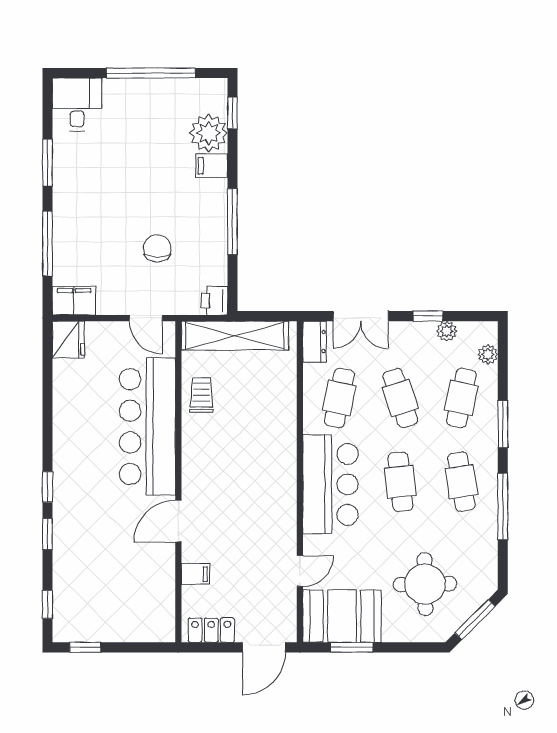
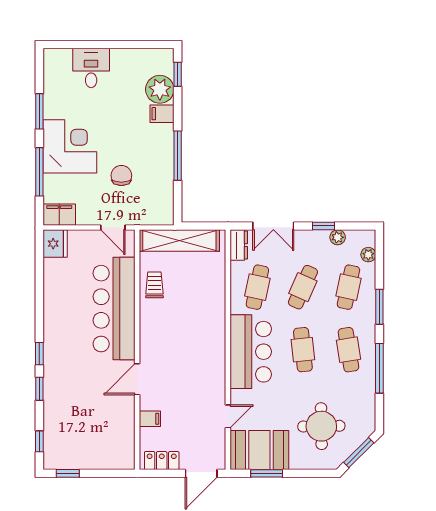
window: (151, 73) -> (117, 45), removed
desk: (77, 104) -> (91, 68), moved
corner desk: (88, 209) -> (70, 146), added
printer: (215, 301) -> (164, 215), removed
cafe table: (400, 398) -> (303, 287), turned 42

